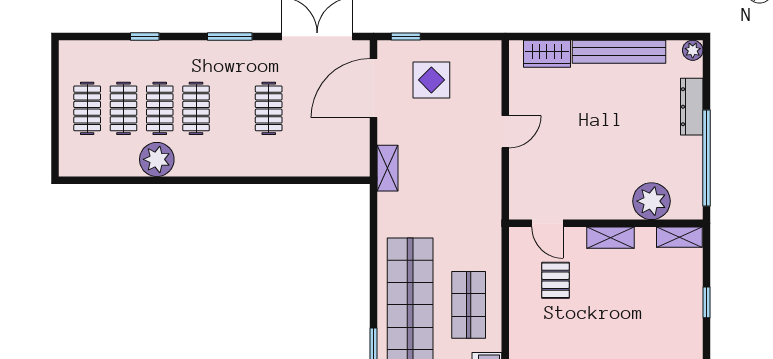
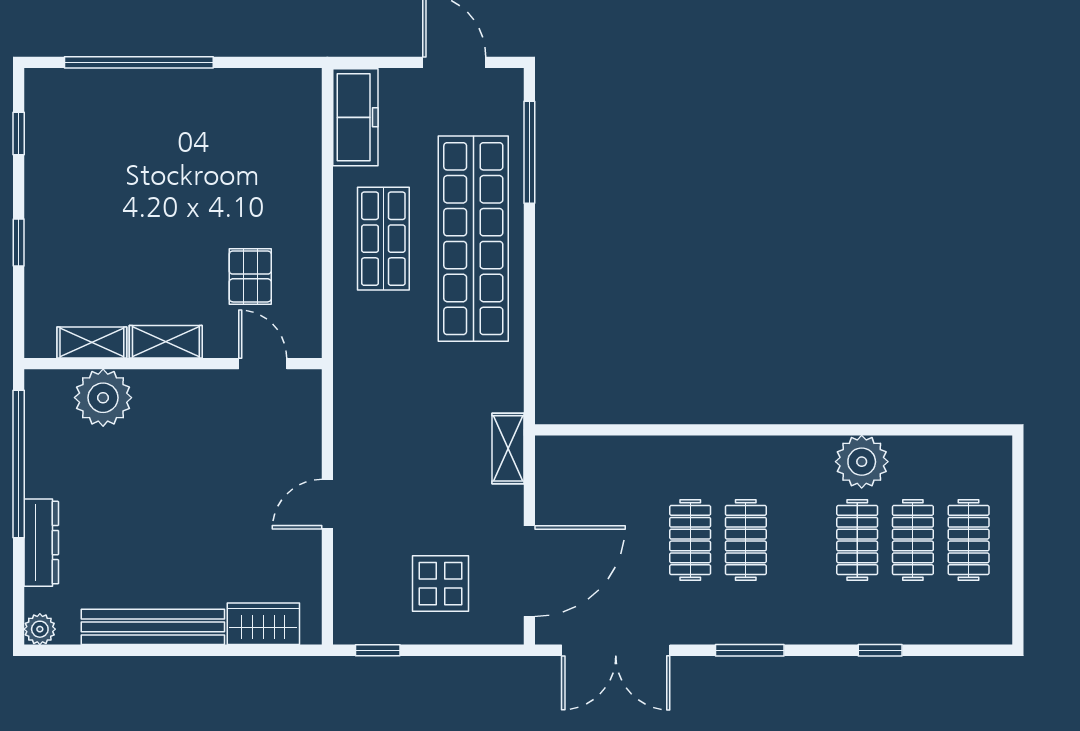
window: (406, 36) -> (378, 650), moved
clothes rail: (196, 108) -> (746, 540), moved
shelving: (679, 237) -> (92, 343), moved

